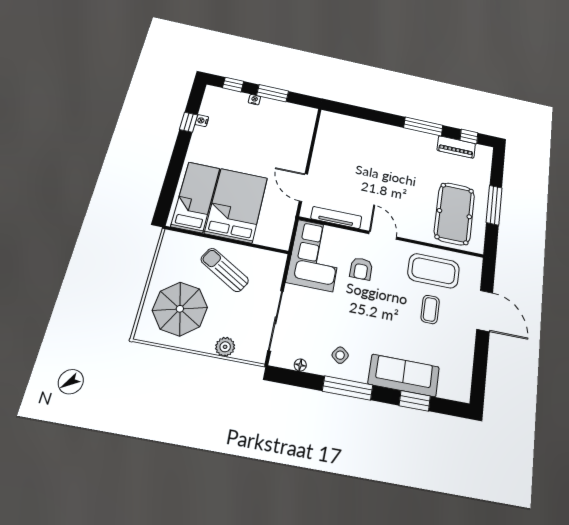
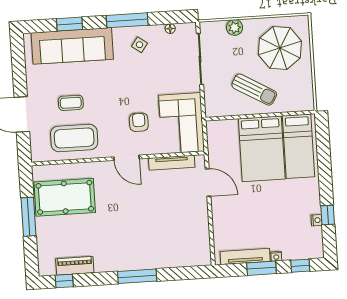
tv unit: (286, 108) -> (245, 256), added
window: (423, 126) -> (137, 276), moved
pool table: (454, 214) -> (65, 197), turned 90
coffee table: (430, 309) -> (71, 103), turned 90
sofa: (404, 375) -> (72, 46), width x1.36, depth x1.27

